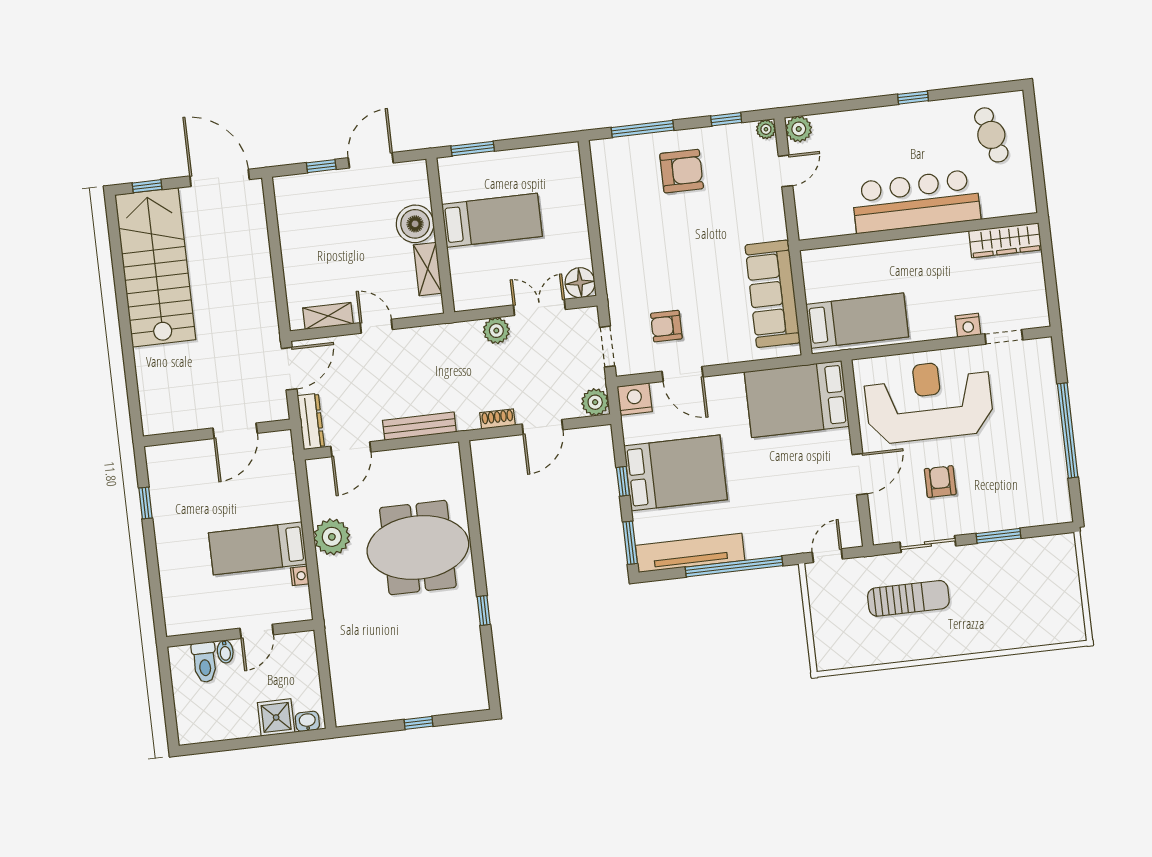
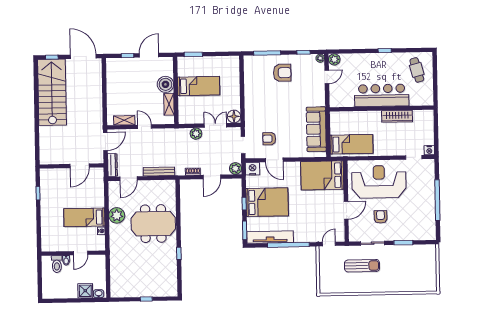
wardrobe: (1005, 240) -> (397, 116), moved
nightstand: (968, 325) -> (429, 150), moved

